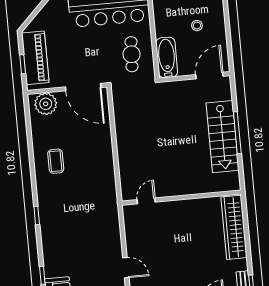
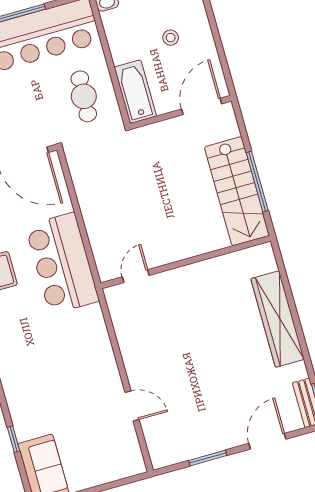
bar counter: (97, 164) -> (62, 263), added
wall: (181, 198) -> (186, 262), moved
door: (146, 201) -> (136, 276), moved

